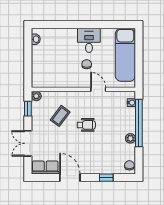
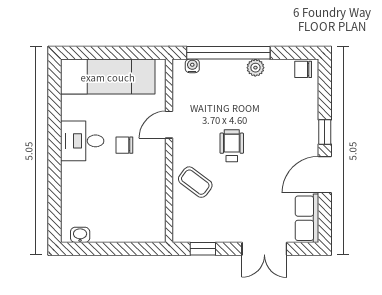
plant: (36, 96) -> (181, 234), removed
coffee table: (60, 116) -> (195, 182), moved
window: (106, 178) -> (325, 132), moved

